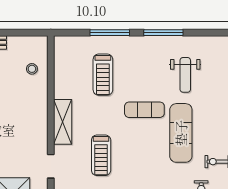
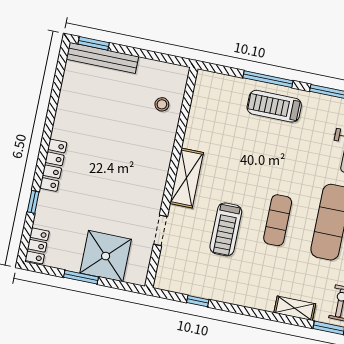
treadmill: (103, 75) -> (274, 106), moved, turned 90
exercise mat: (144, 110) -> (278, 220), moved, turned 90

